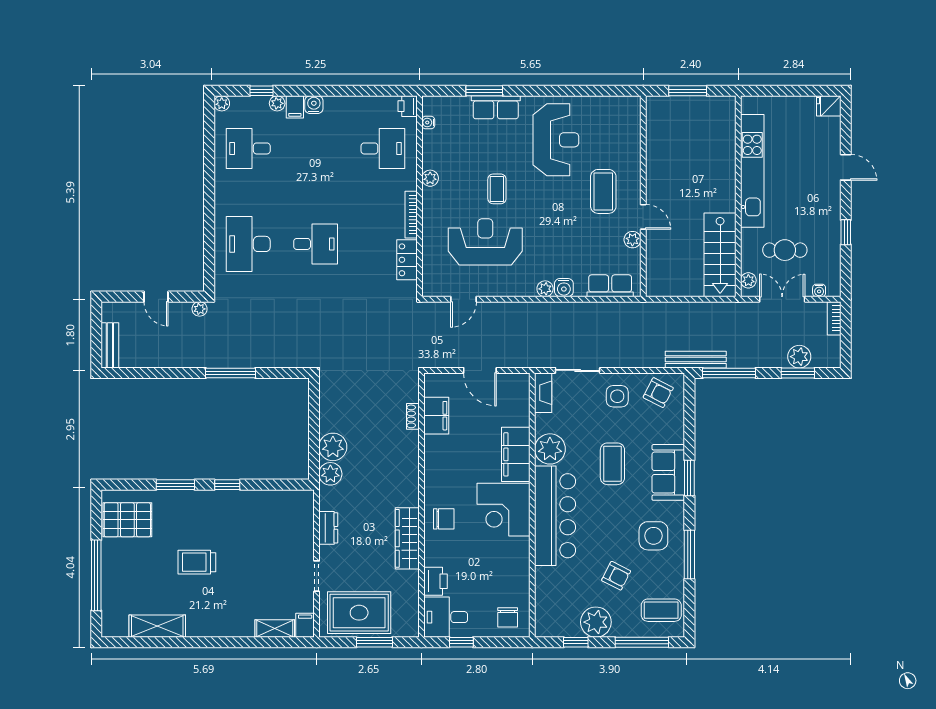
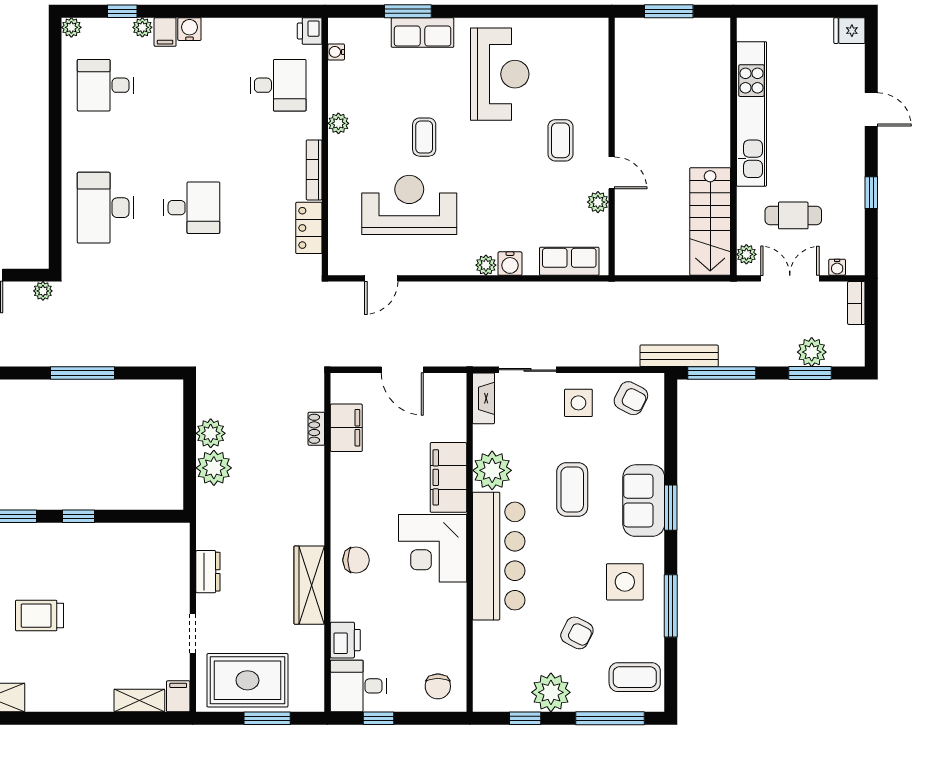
coffee table: (603, 191) -> (560, 140), width x0.73, depth x0.77
plant: (330, 474) -> (211, 433), moved

